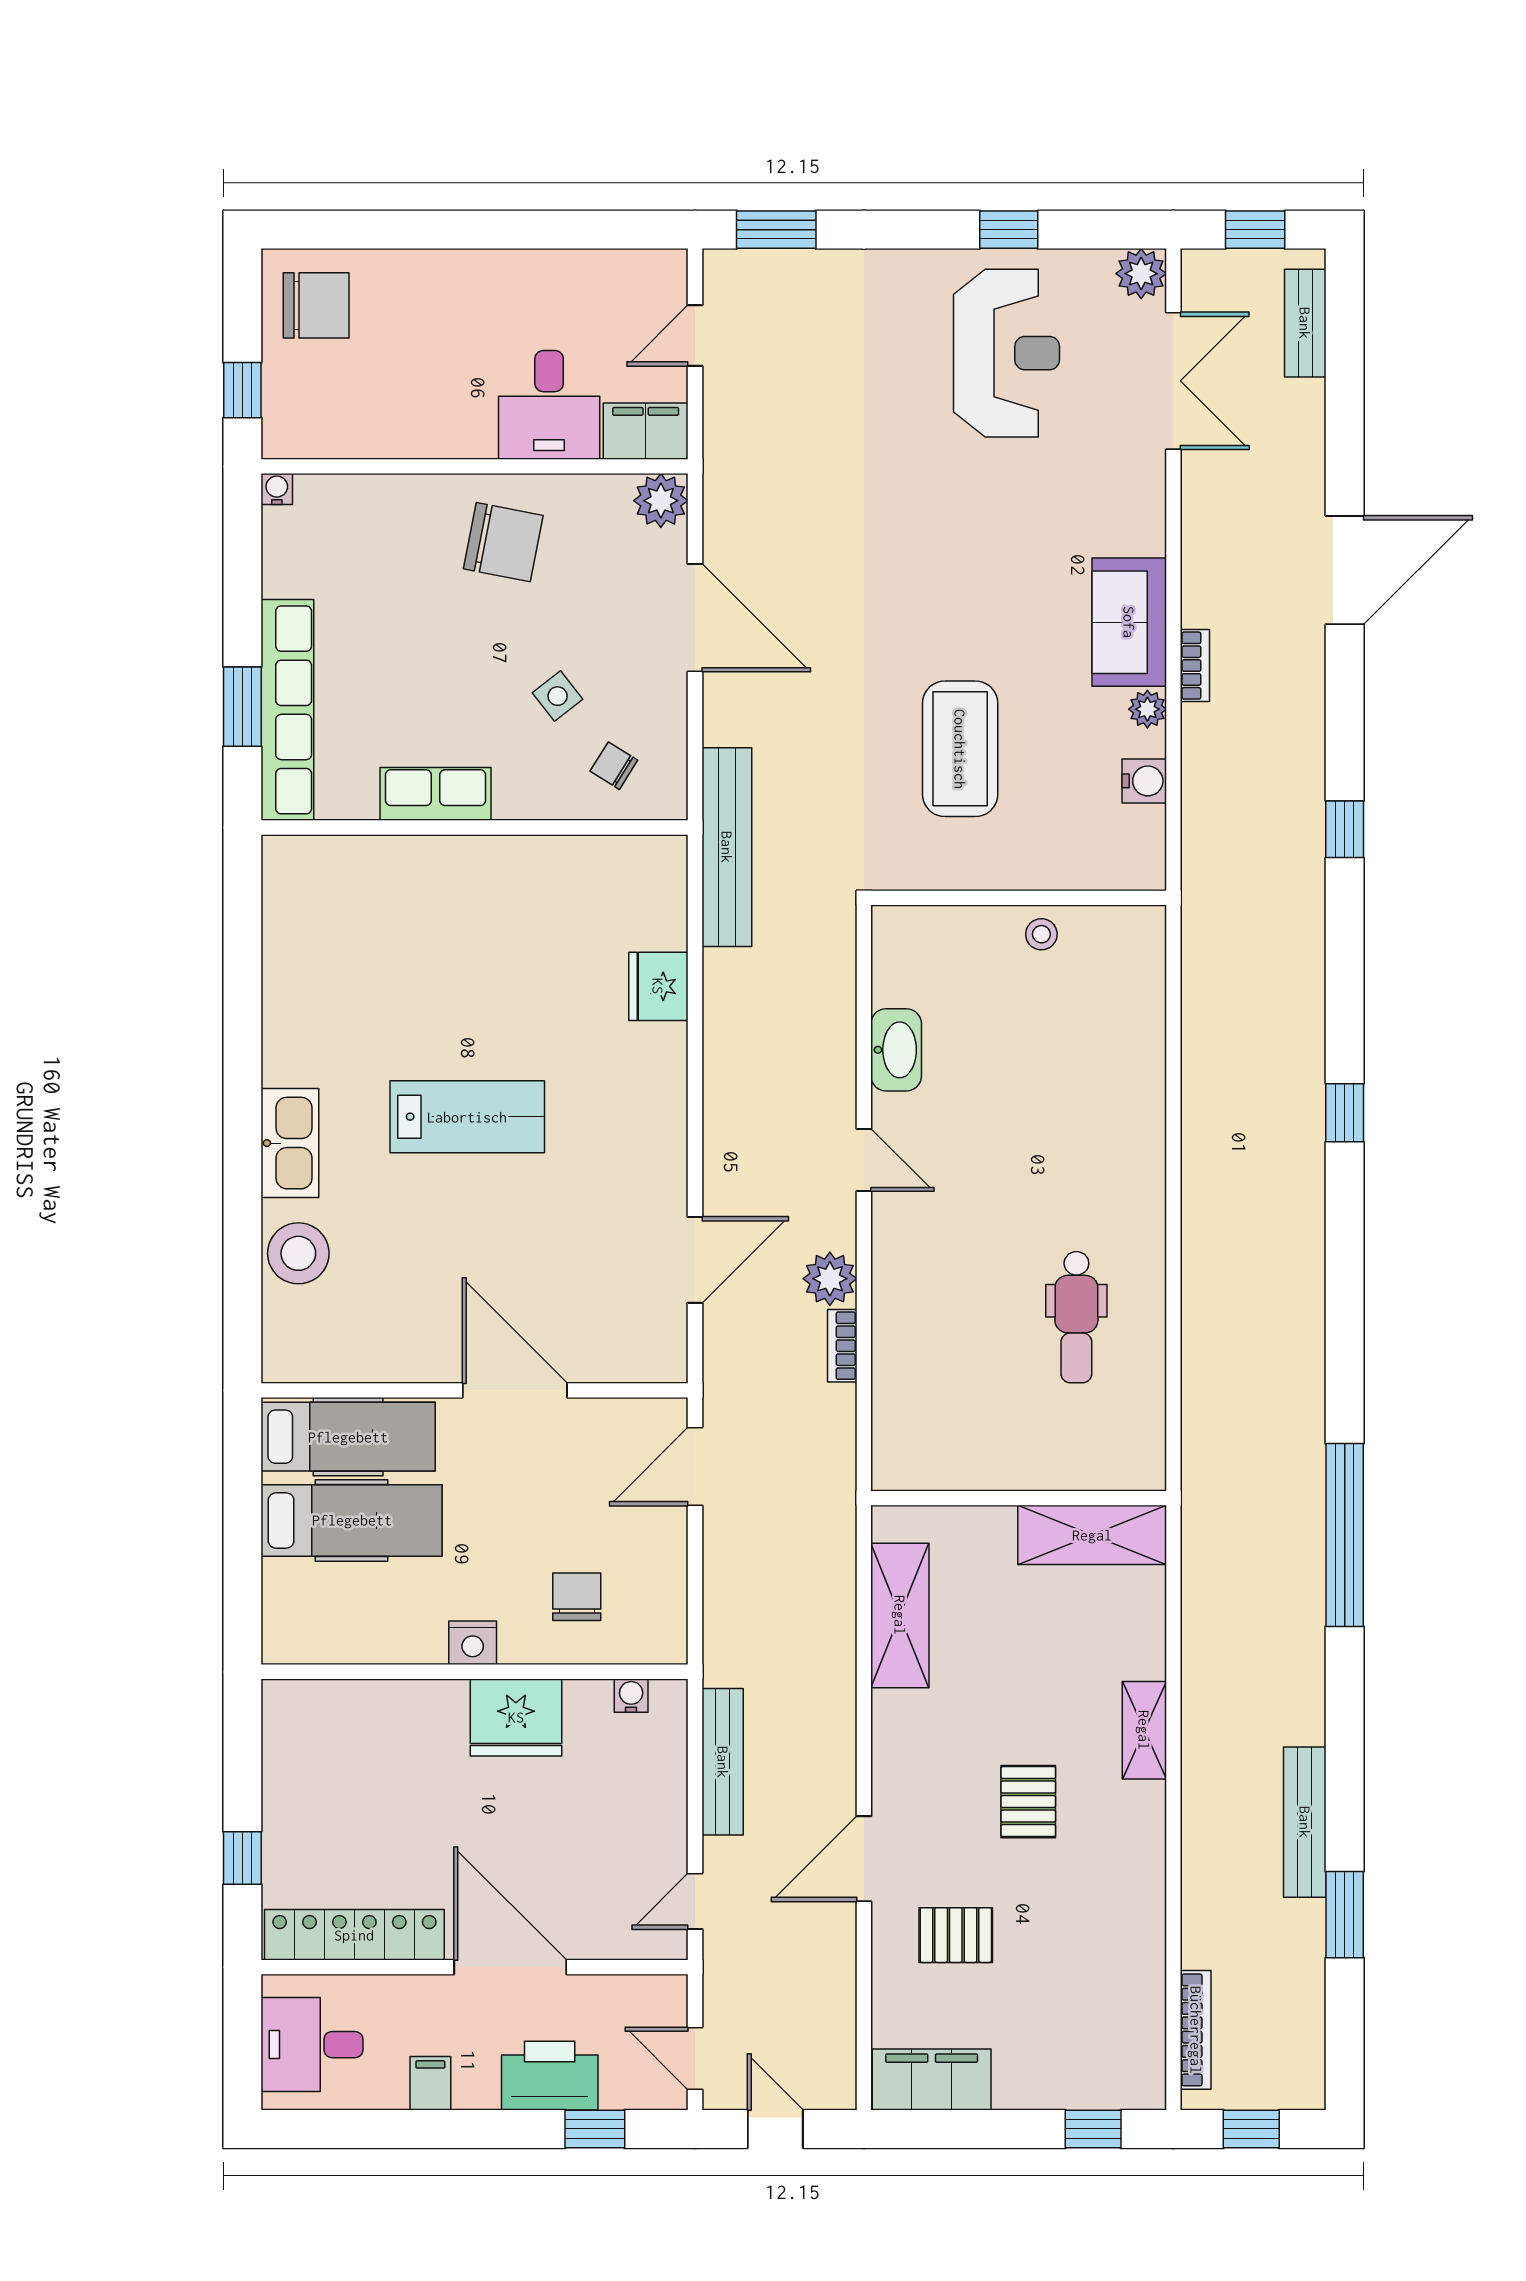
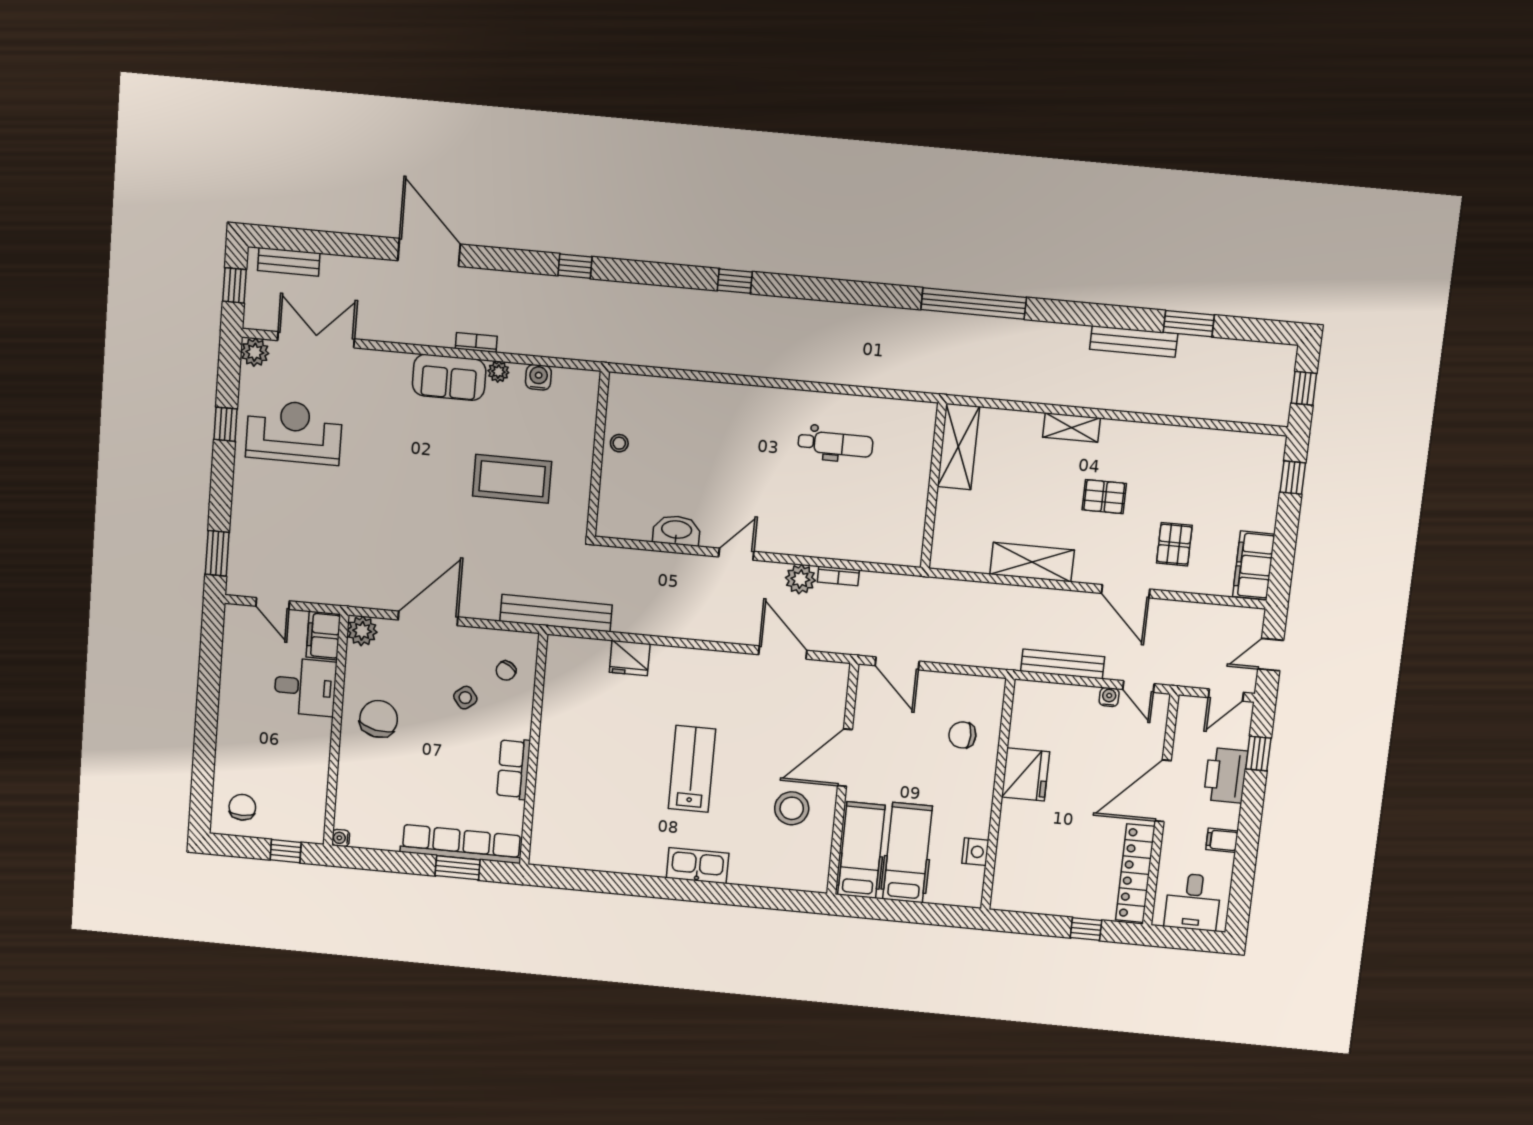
chair: (316, 305) -> (242, 807), width x0.73, depth x0.73
stool: (298, 1253) -> (792, 808), moved
shelving: (900, 1615) -> (1032, 562), moved
nightstand: (473, 1643) -> (975, 852), moved
water cooler: (631, 1696) -> (1109, 697), moved, turned 90
bookcase: (1196, 2030) -> (1244, 414), removed

